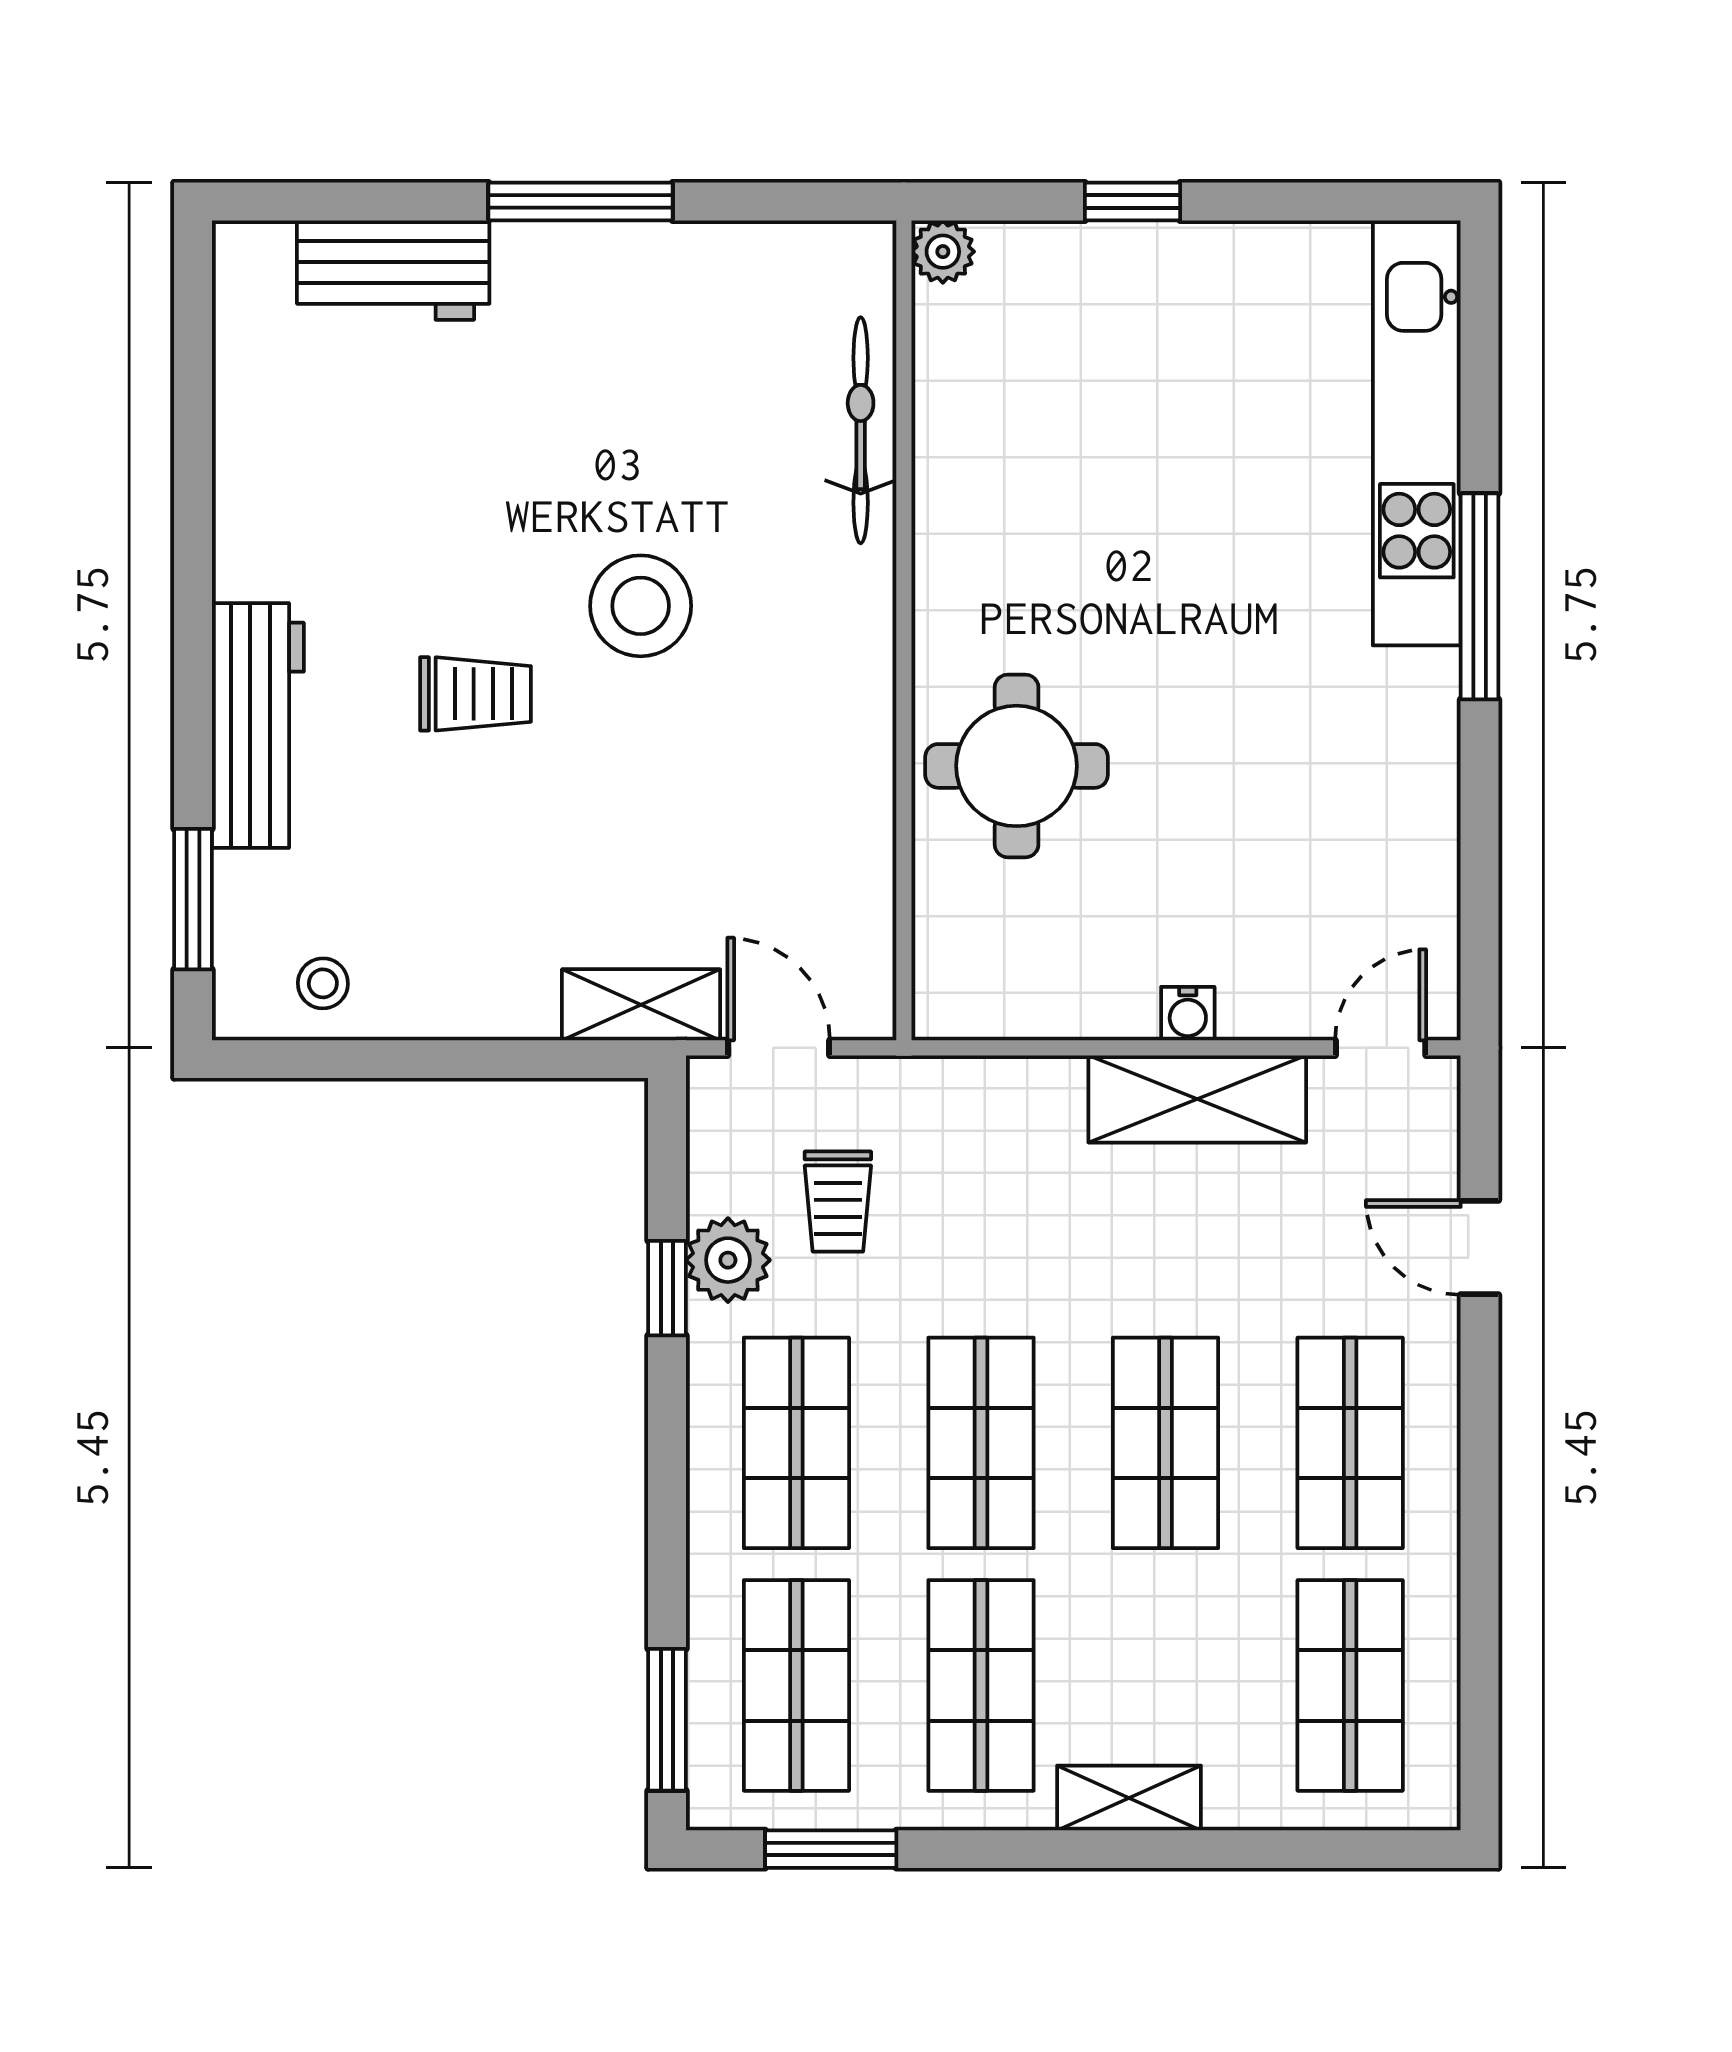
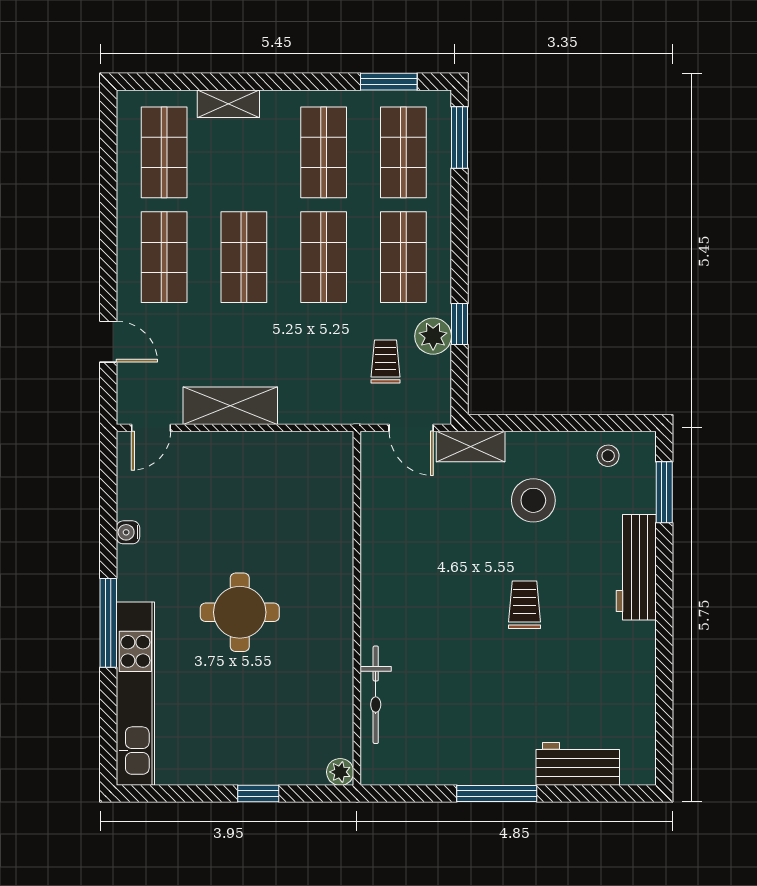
stool: (641, 606) -> (533, 500), moved
trolley: (475, 694) -> (524, 605), moved, turned 90
round table: (1017, 766) -> (240, 612), moved
water cooler: (1188, 1014) -> (128, 532), moved, turned -90
shelving: (1129, 1798) -> (228, 104), moved

